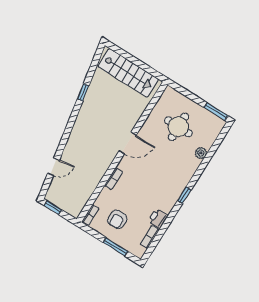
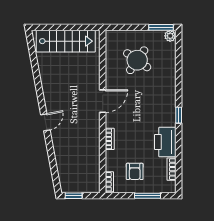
window: (83, 92) -> (38, 82), removed
round table: (178, 127) -> (137, 60), turned 35
plant: (201, 153) -> (170, 36), moved
door: (53, 167) -> (45, 122), moved
printer: (158, 218) -> (165, 142), width x1.87, depth x1.48

